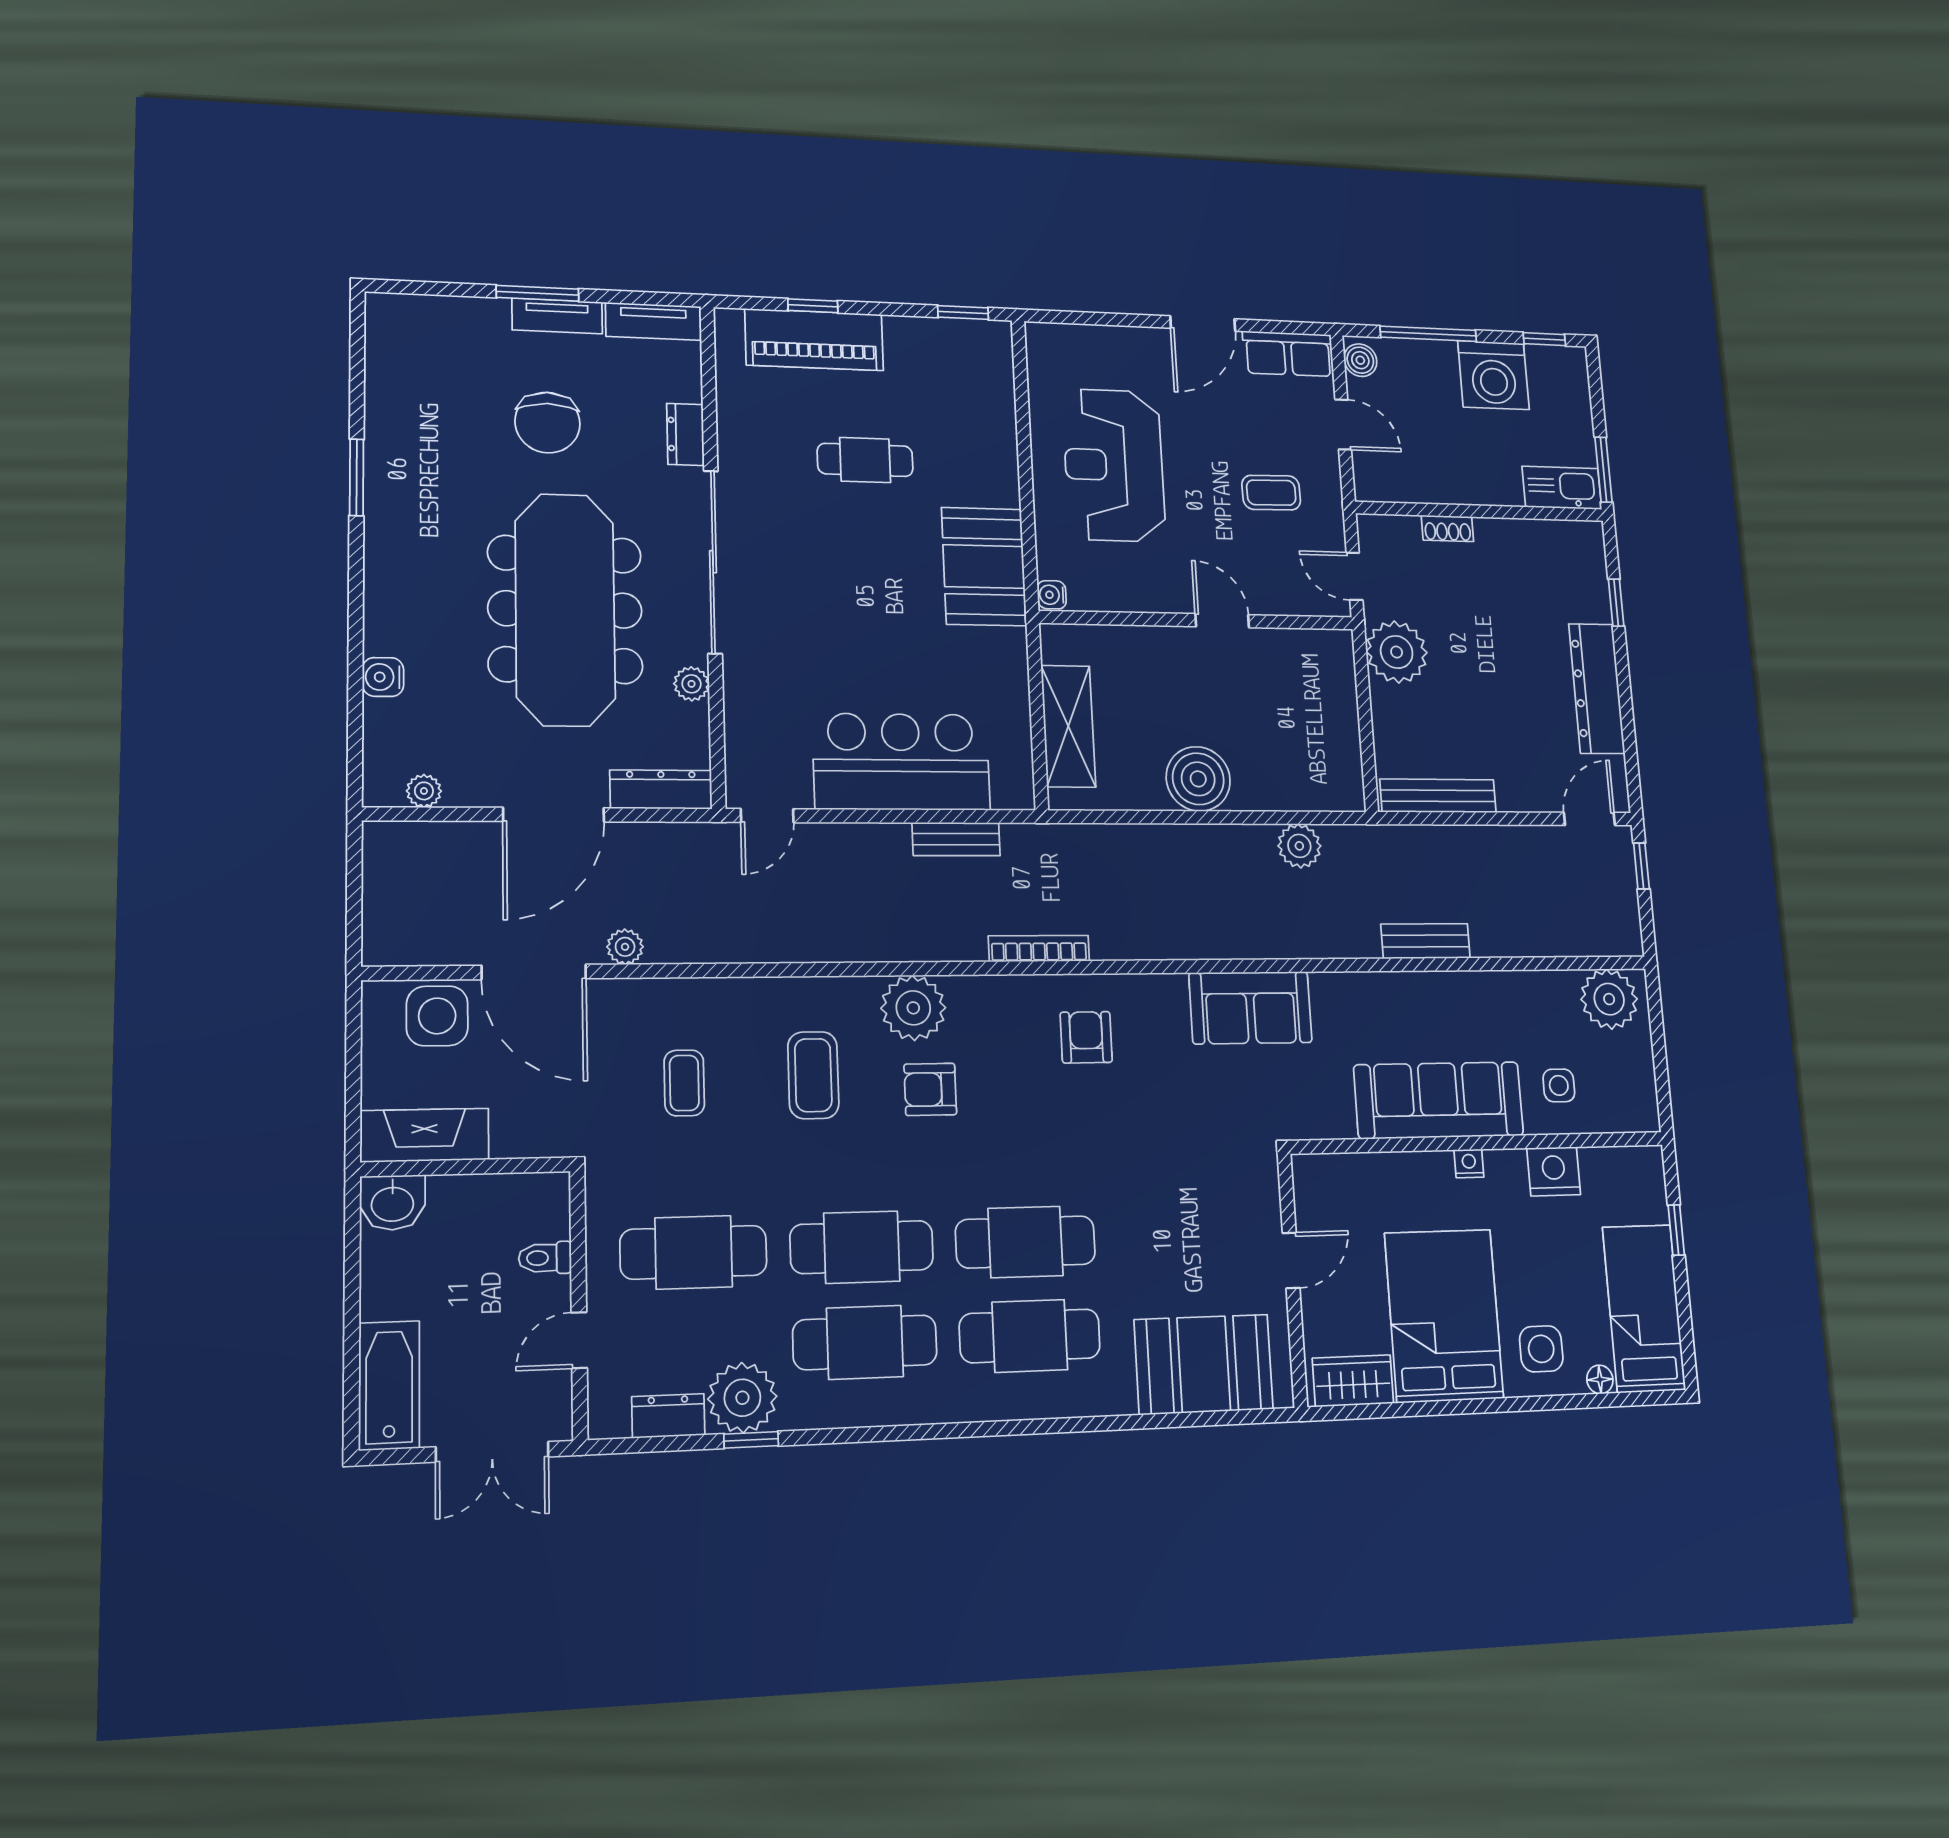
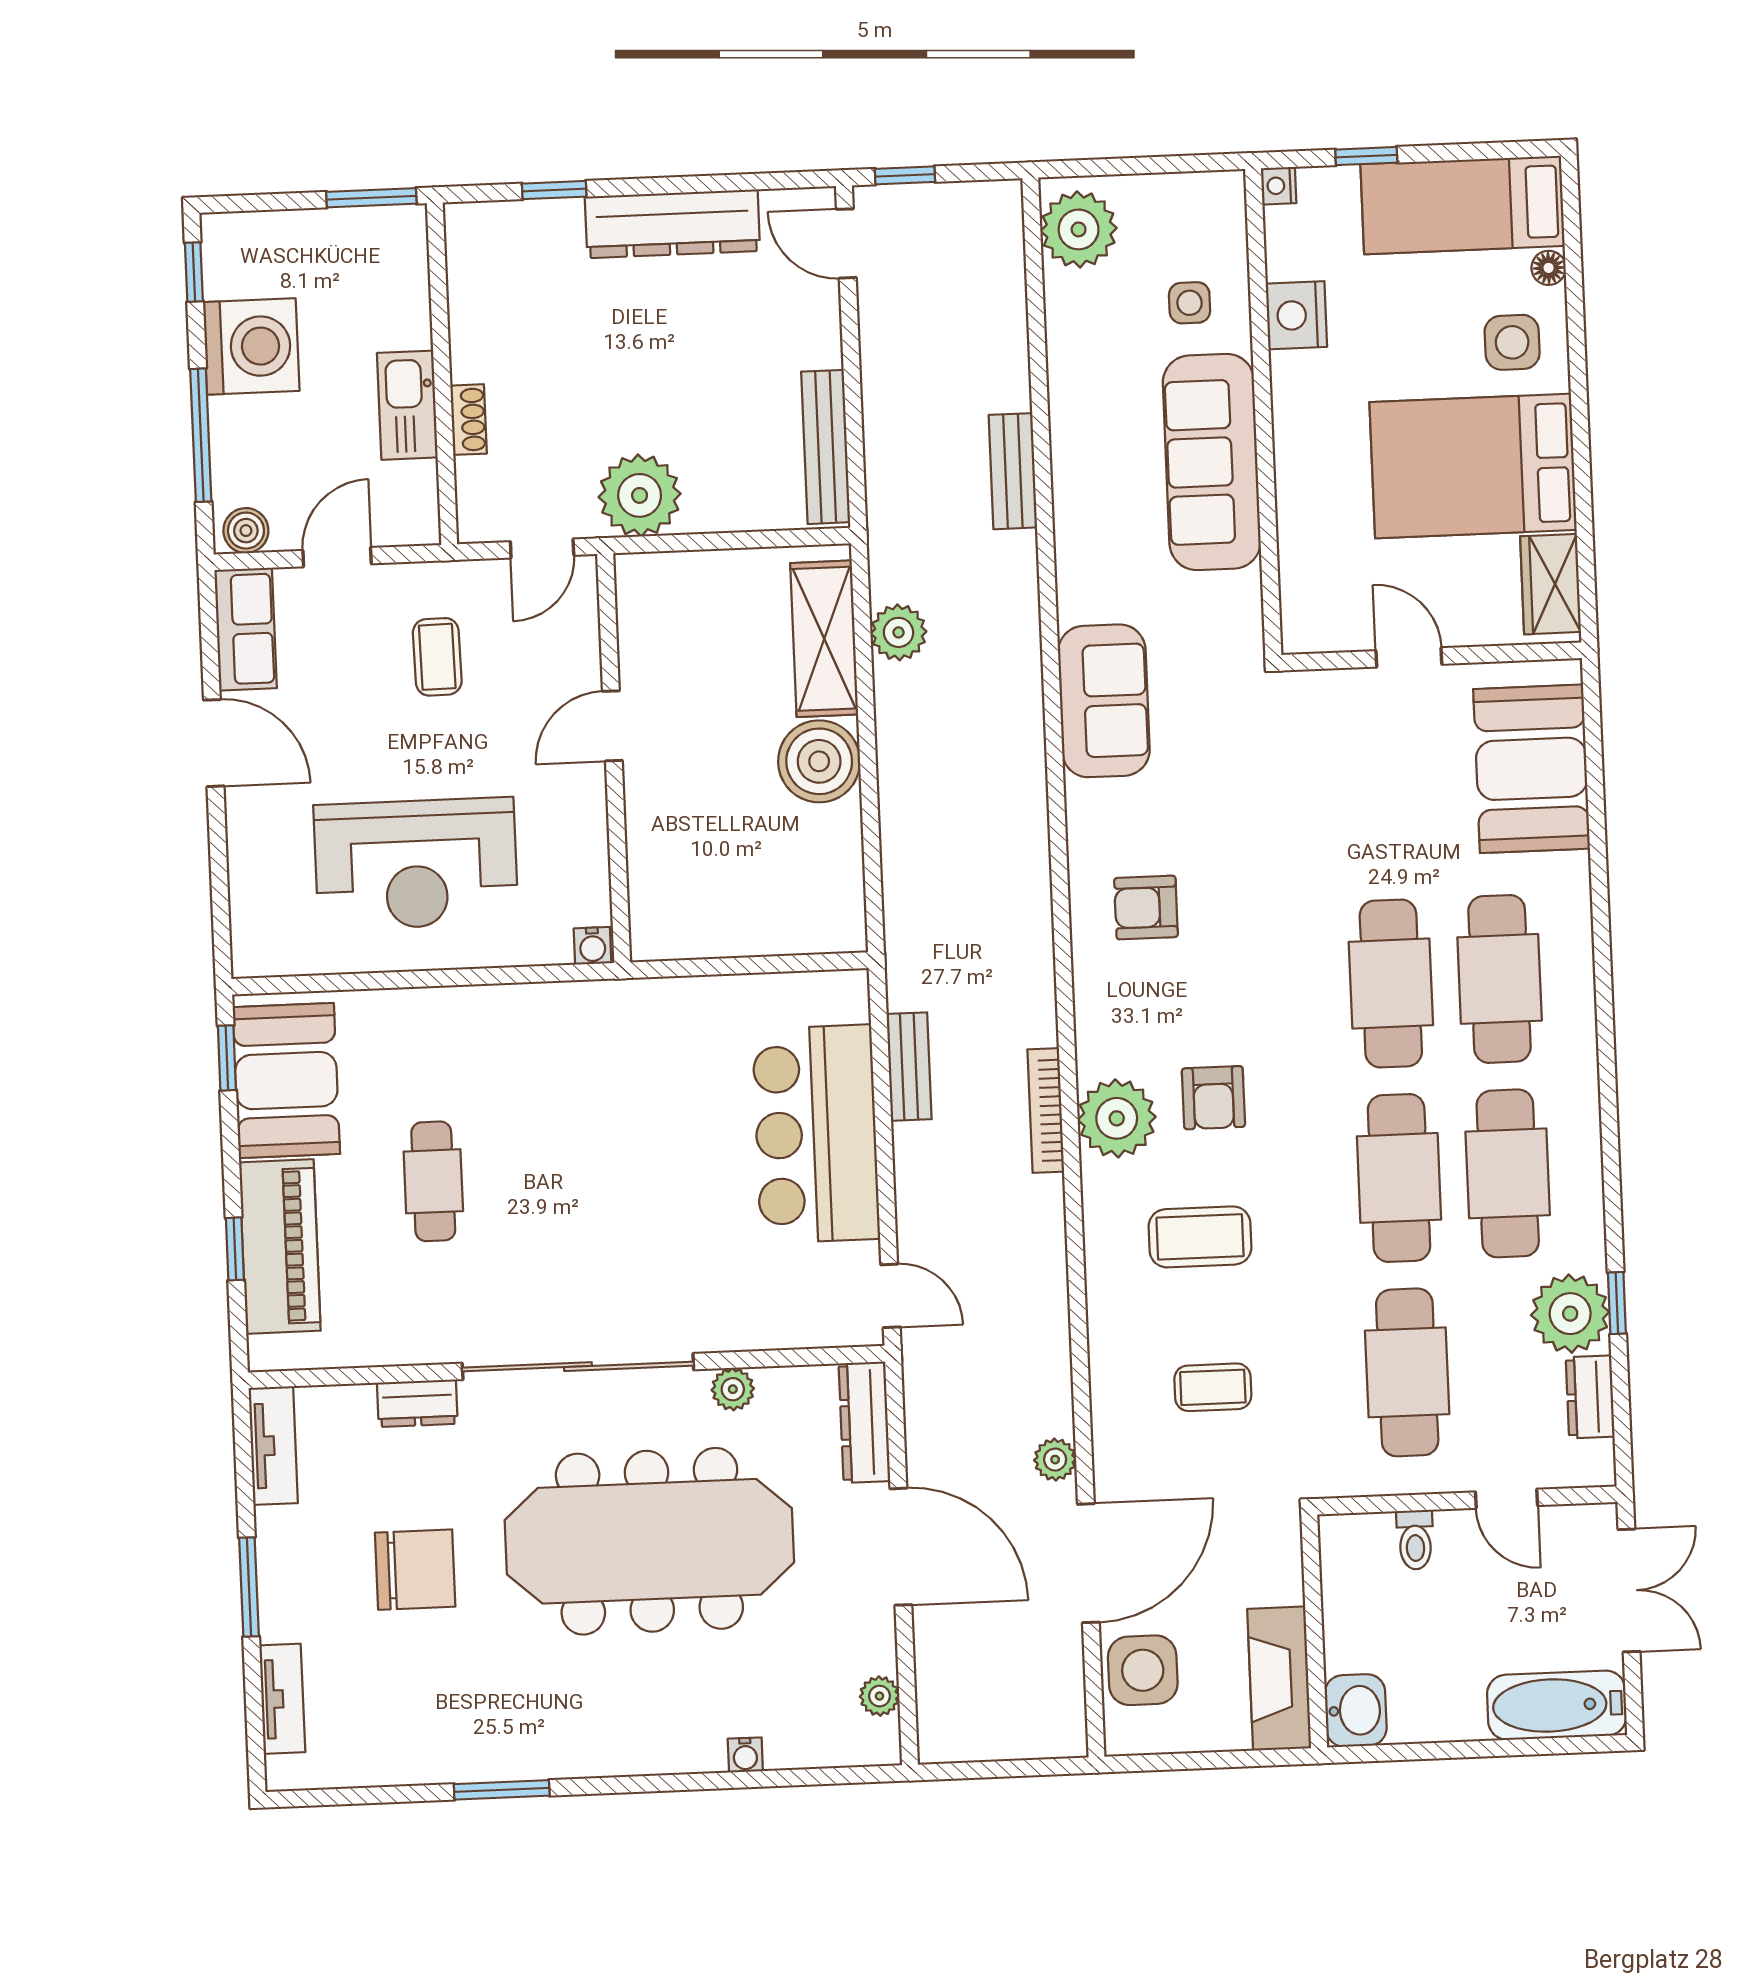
tv unit: (557, 316) -> (282, 1699), moved
kitchen sink: (1562, 488) -> (407, 405), moved
booth: (984, 567) -> (286, 1081), moved, turned 90
water cooler: (383, 677) -> (745, 1755), width x0.72, depth x0.72
shelving: (1068, 726) -> (824, 639), moved, turned 90
bookcase: (1039, 948) -> (1046, 1111), moved
nightstand: (1469, 1163) -> (1279, 186), moved

